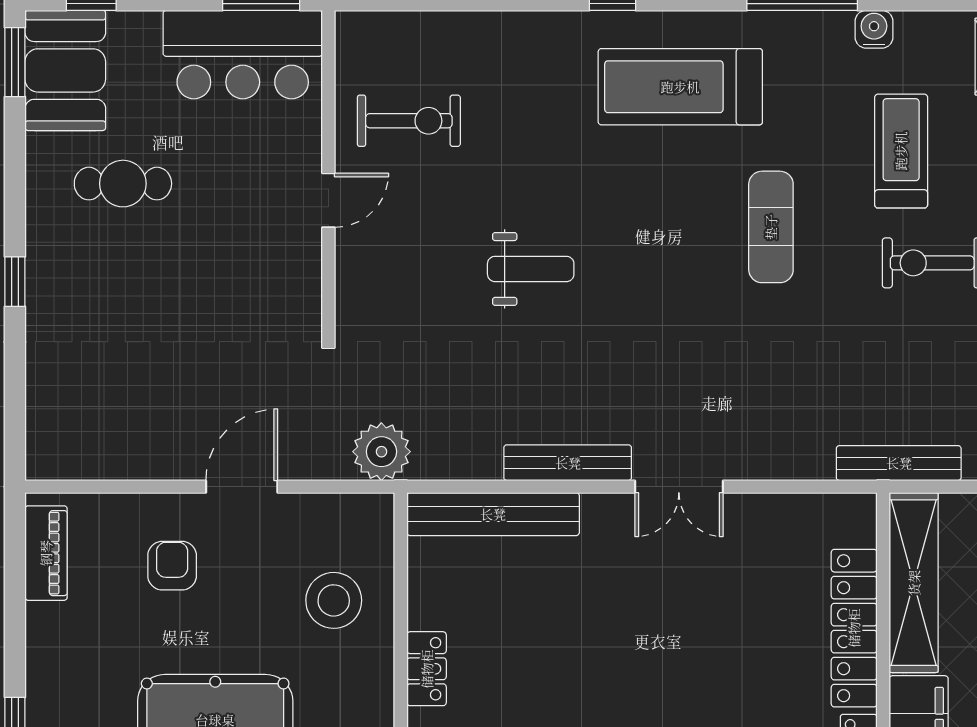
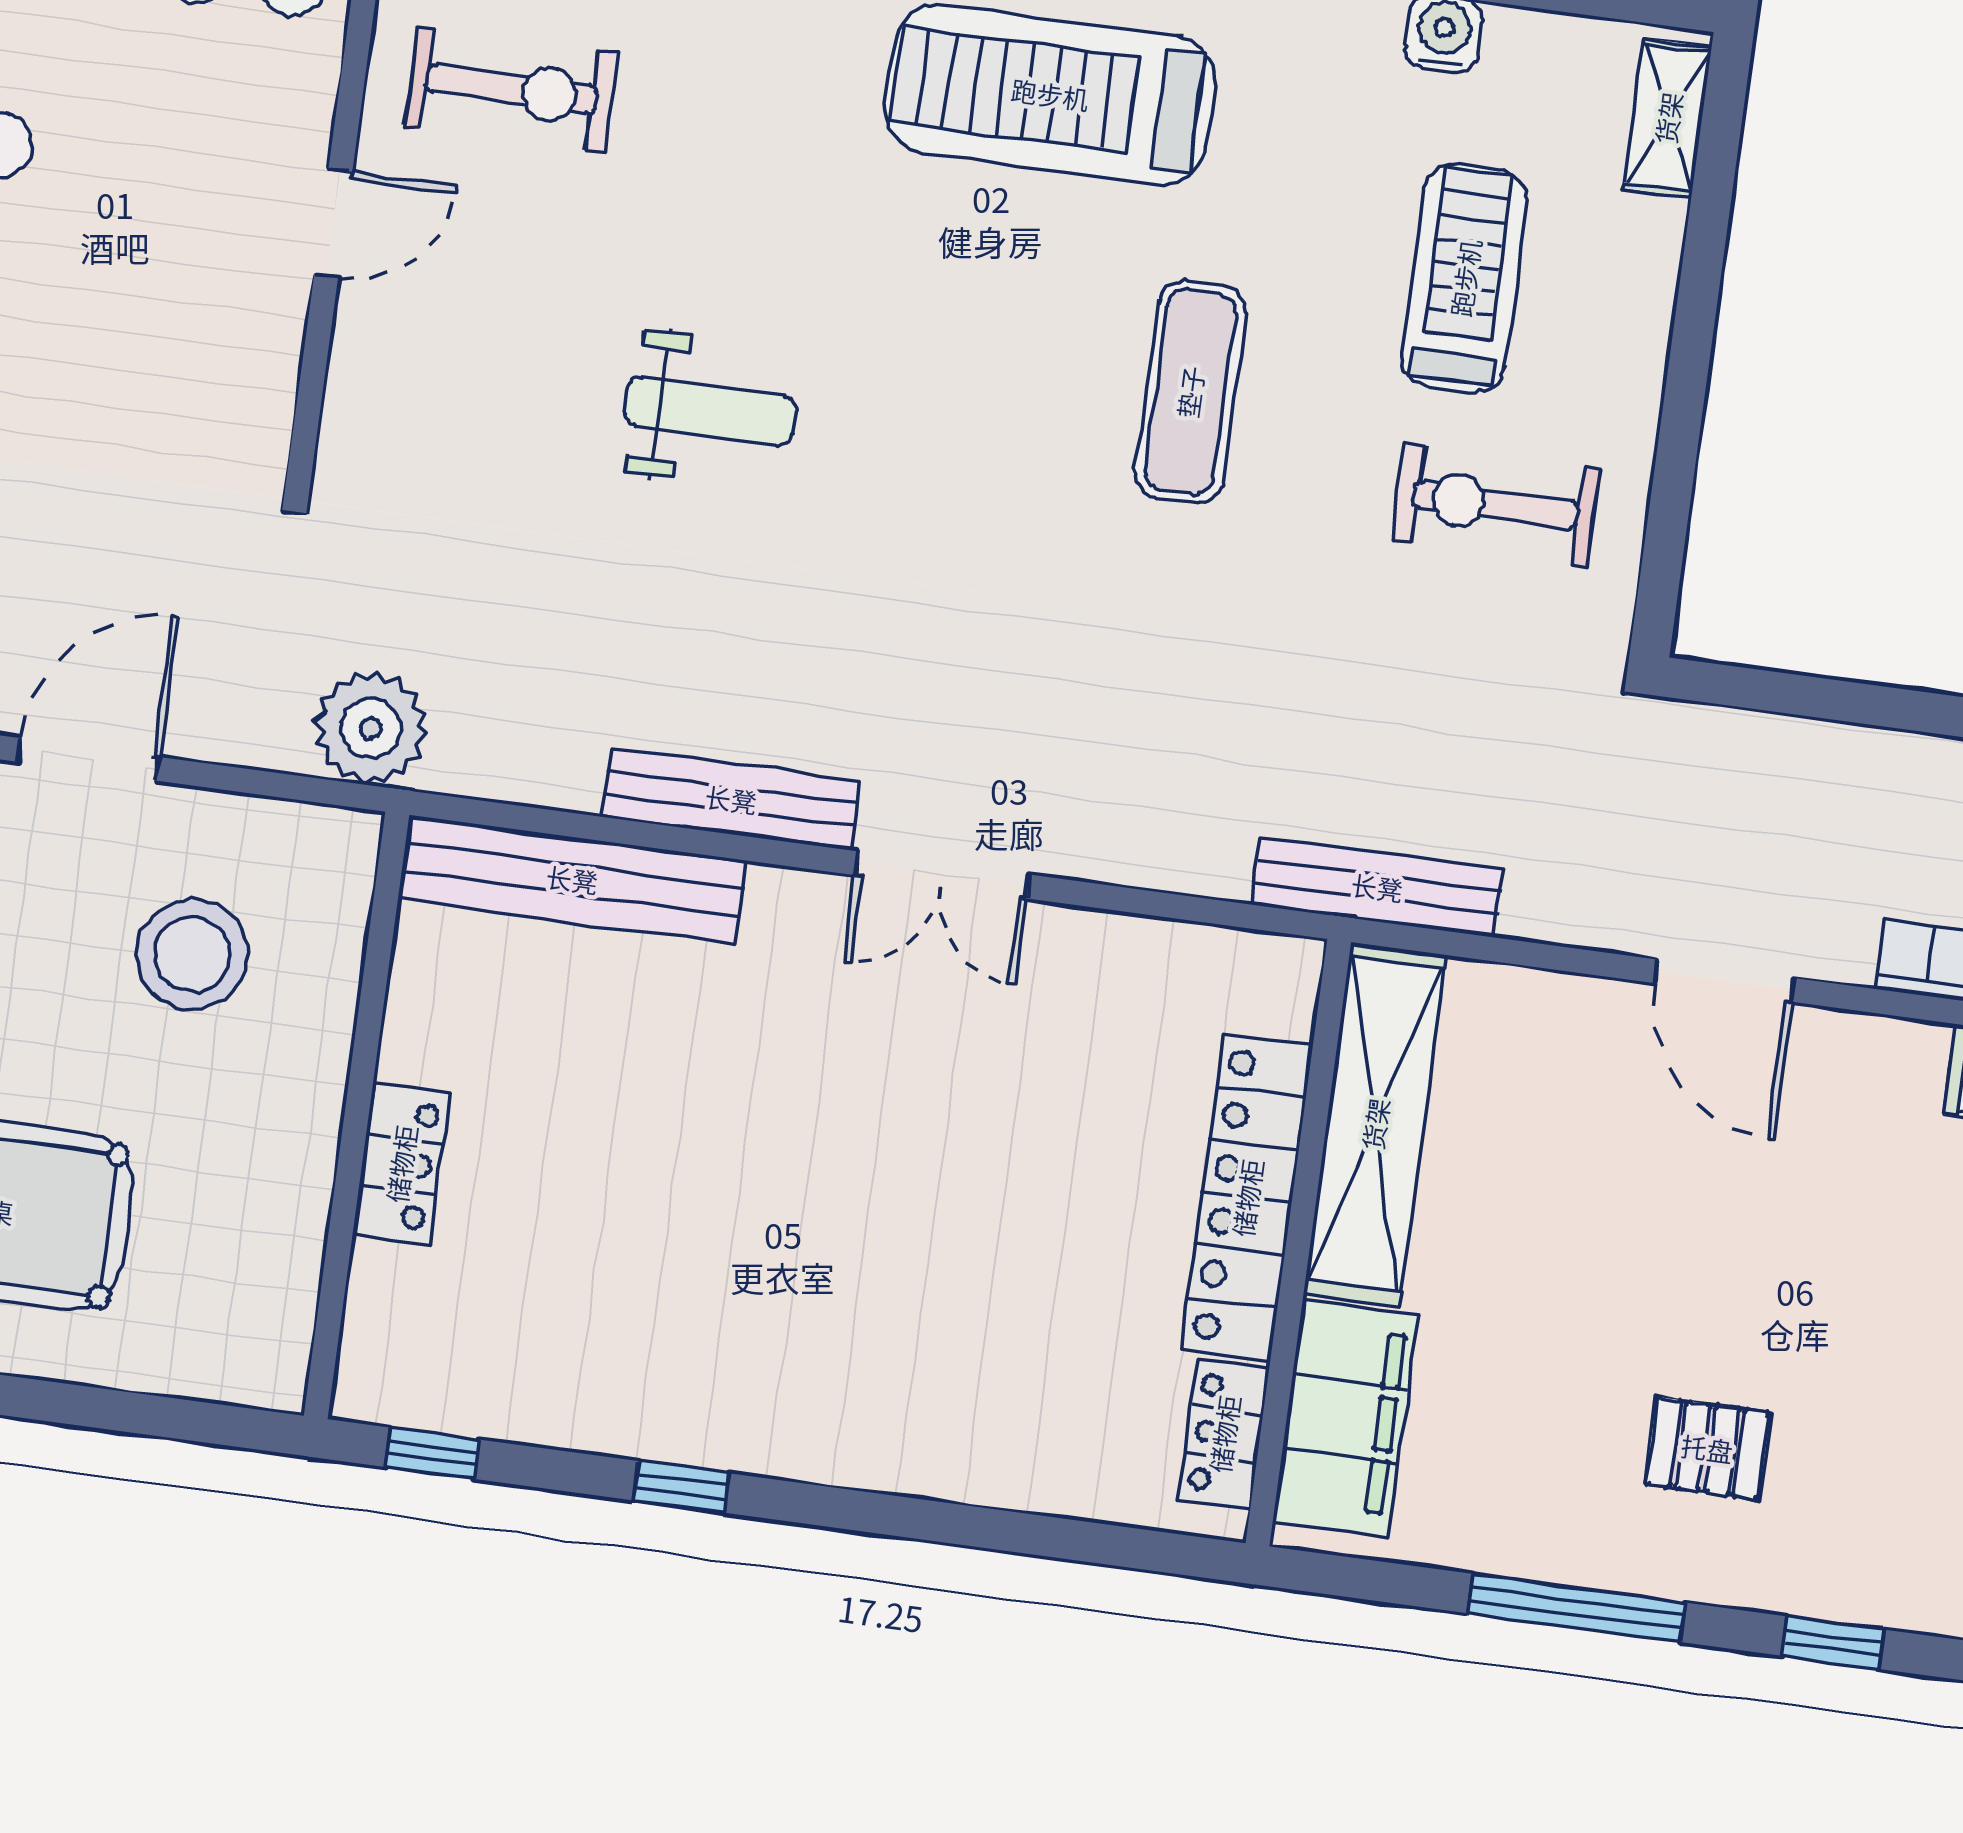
stool: (334, 600) -> (192, 954), moved

